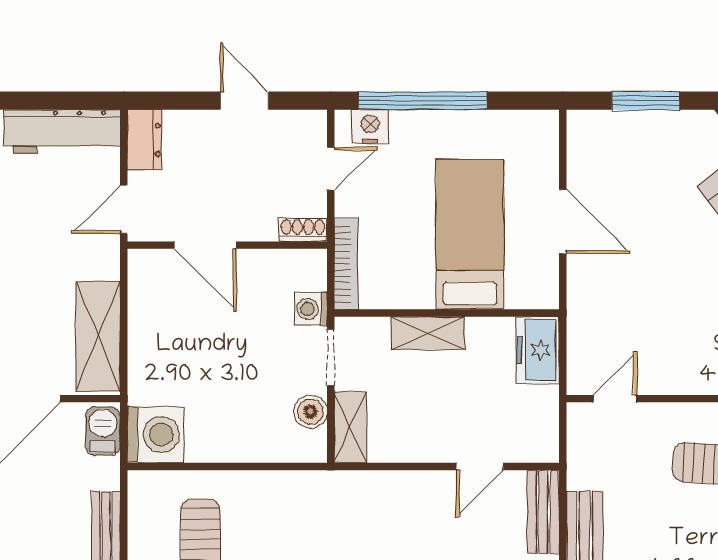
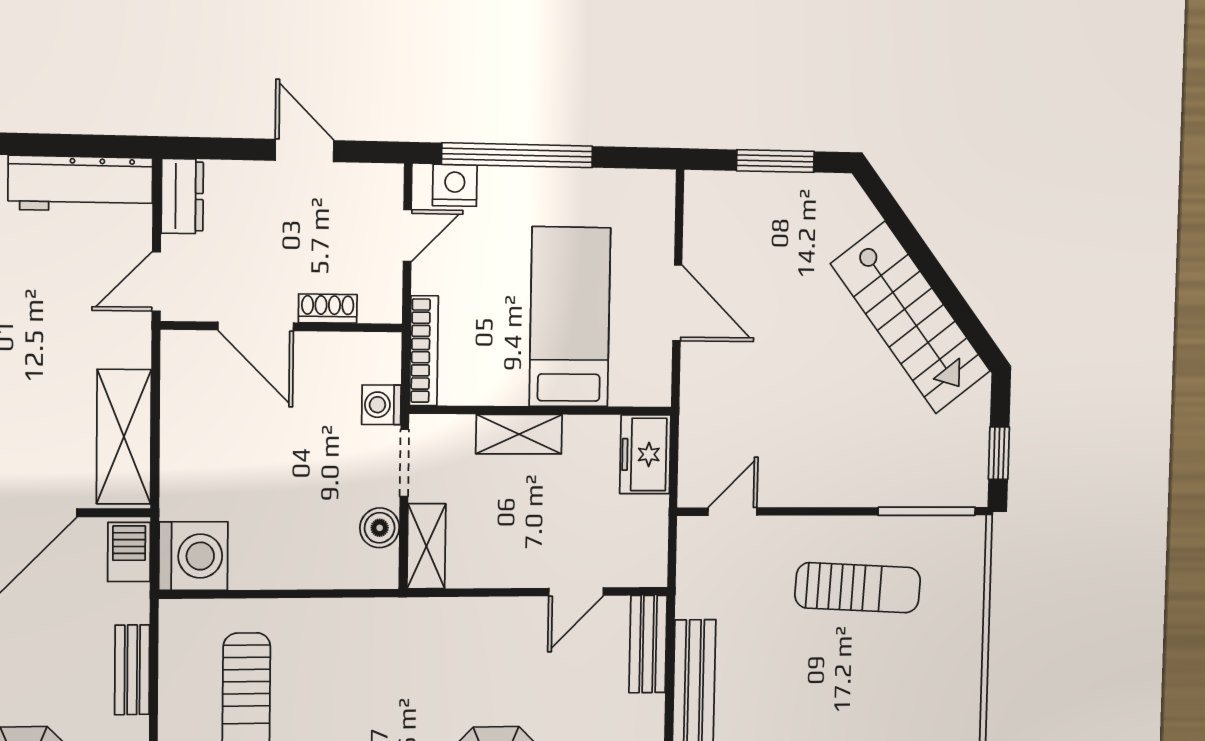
shoe rack: (303, 230) -> (328, 309), moved

